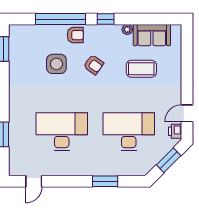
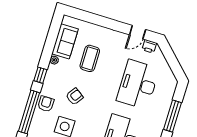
door: (187, 113) -> (138, 32), hinge flipped
window: (169, 160) -> (171, 59), removed
window: (105, 181) -> (173, 116), width x1.44

